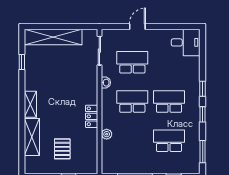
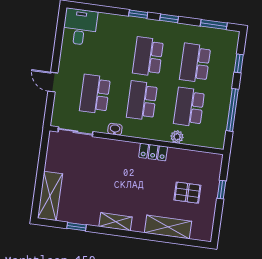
shelving: (53, 37) -> (50, 196), width x0.68
shelving: (30, 104) -> (116, 222), moved
school desk: (132, 141) -> (189, 107), added

